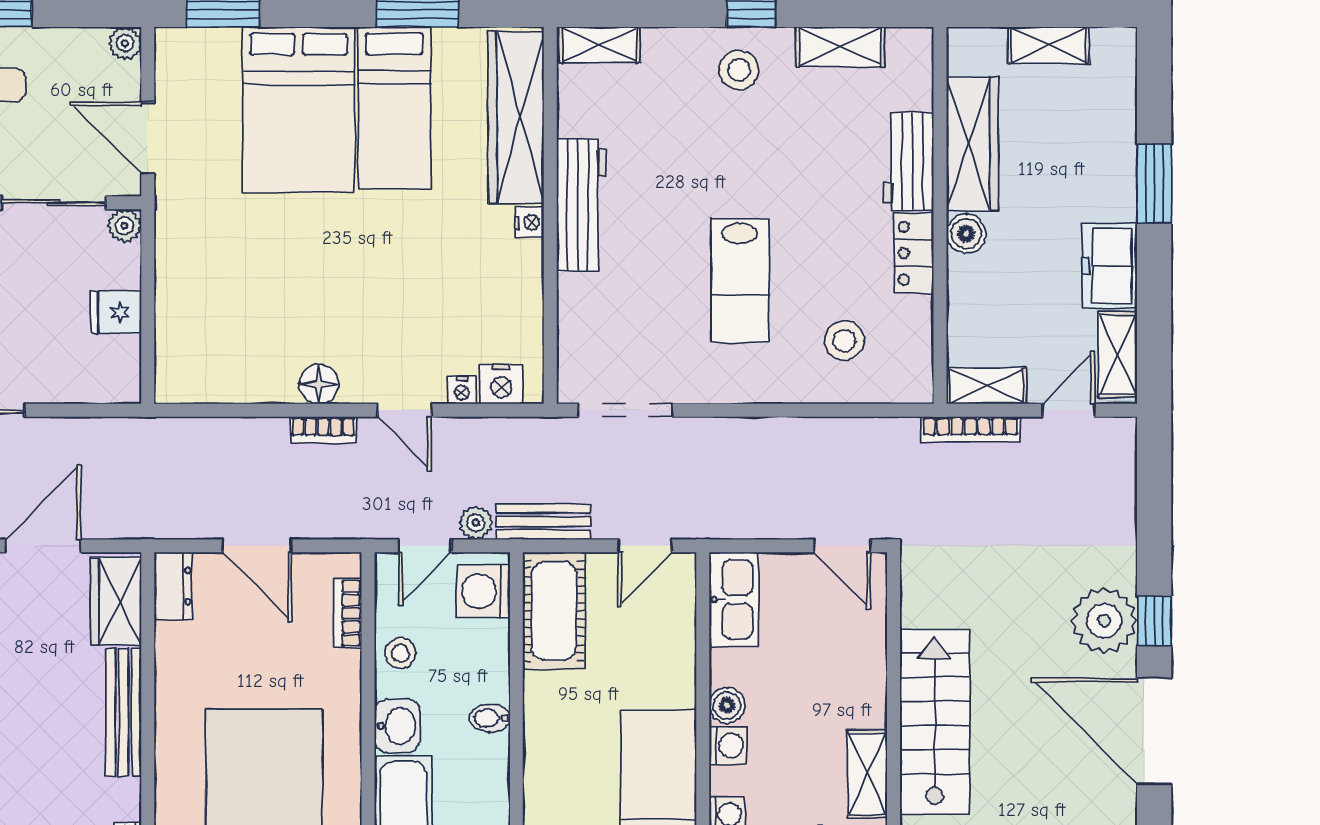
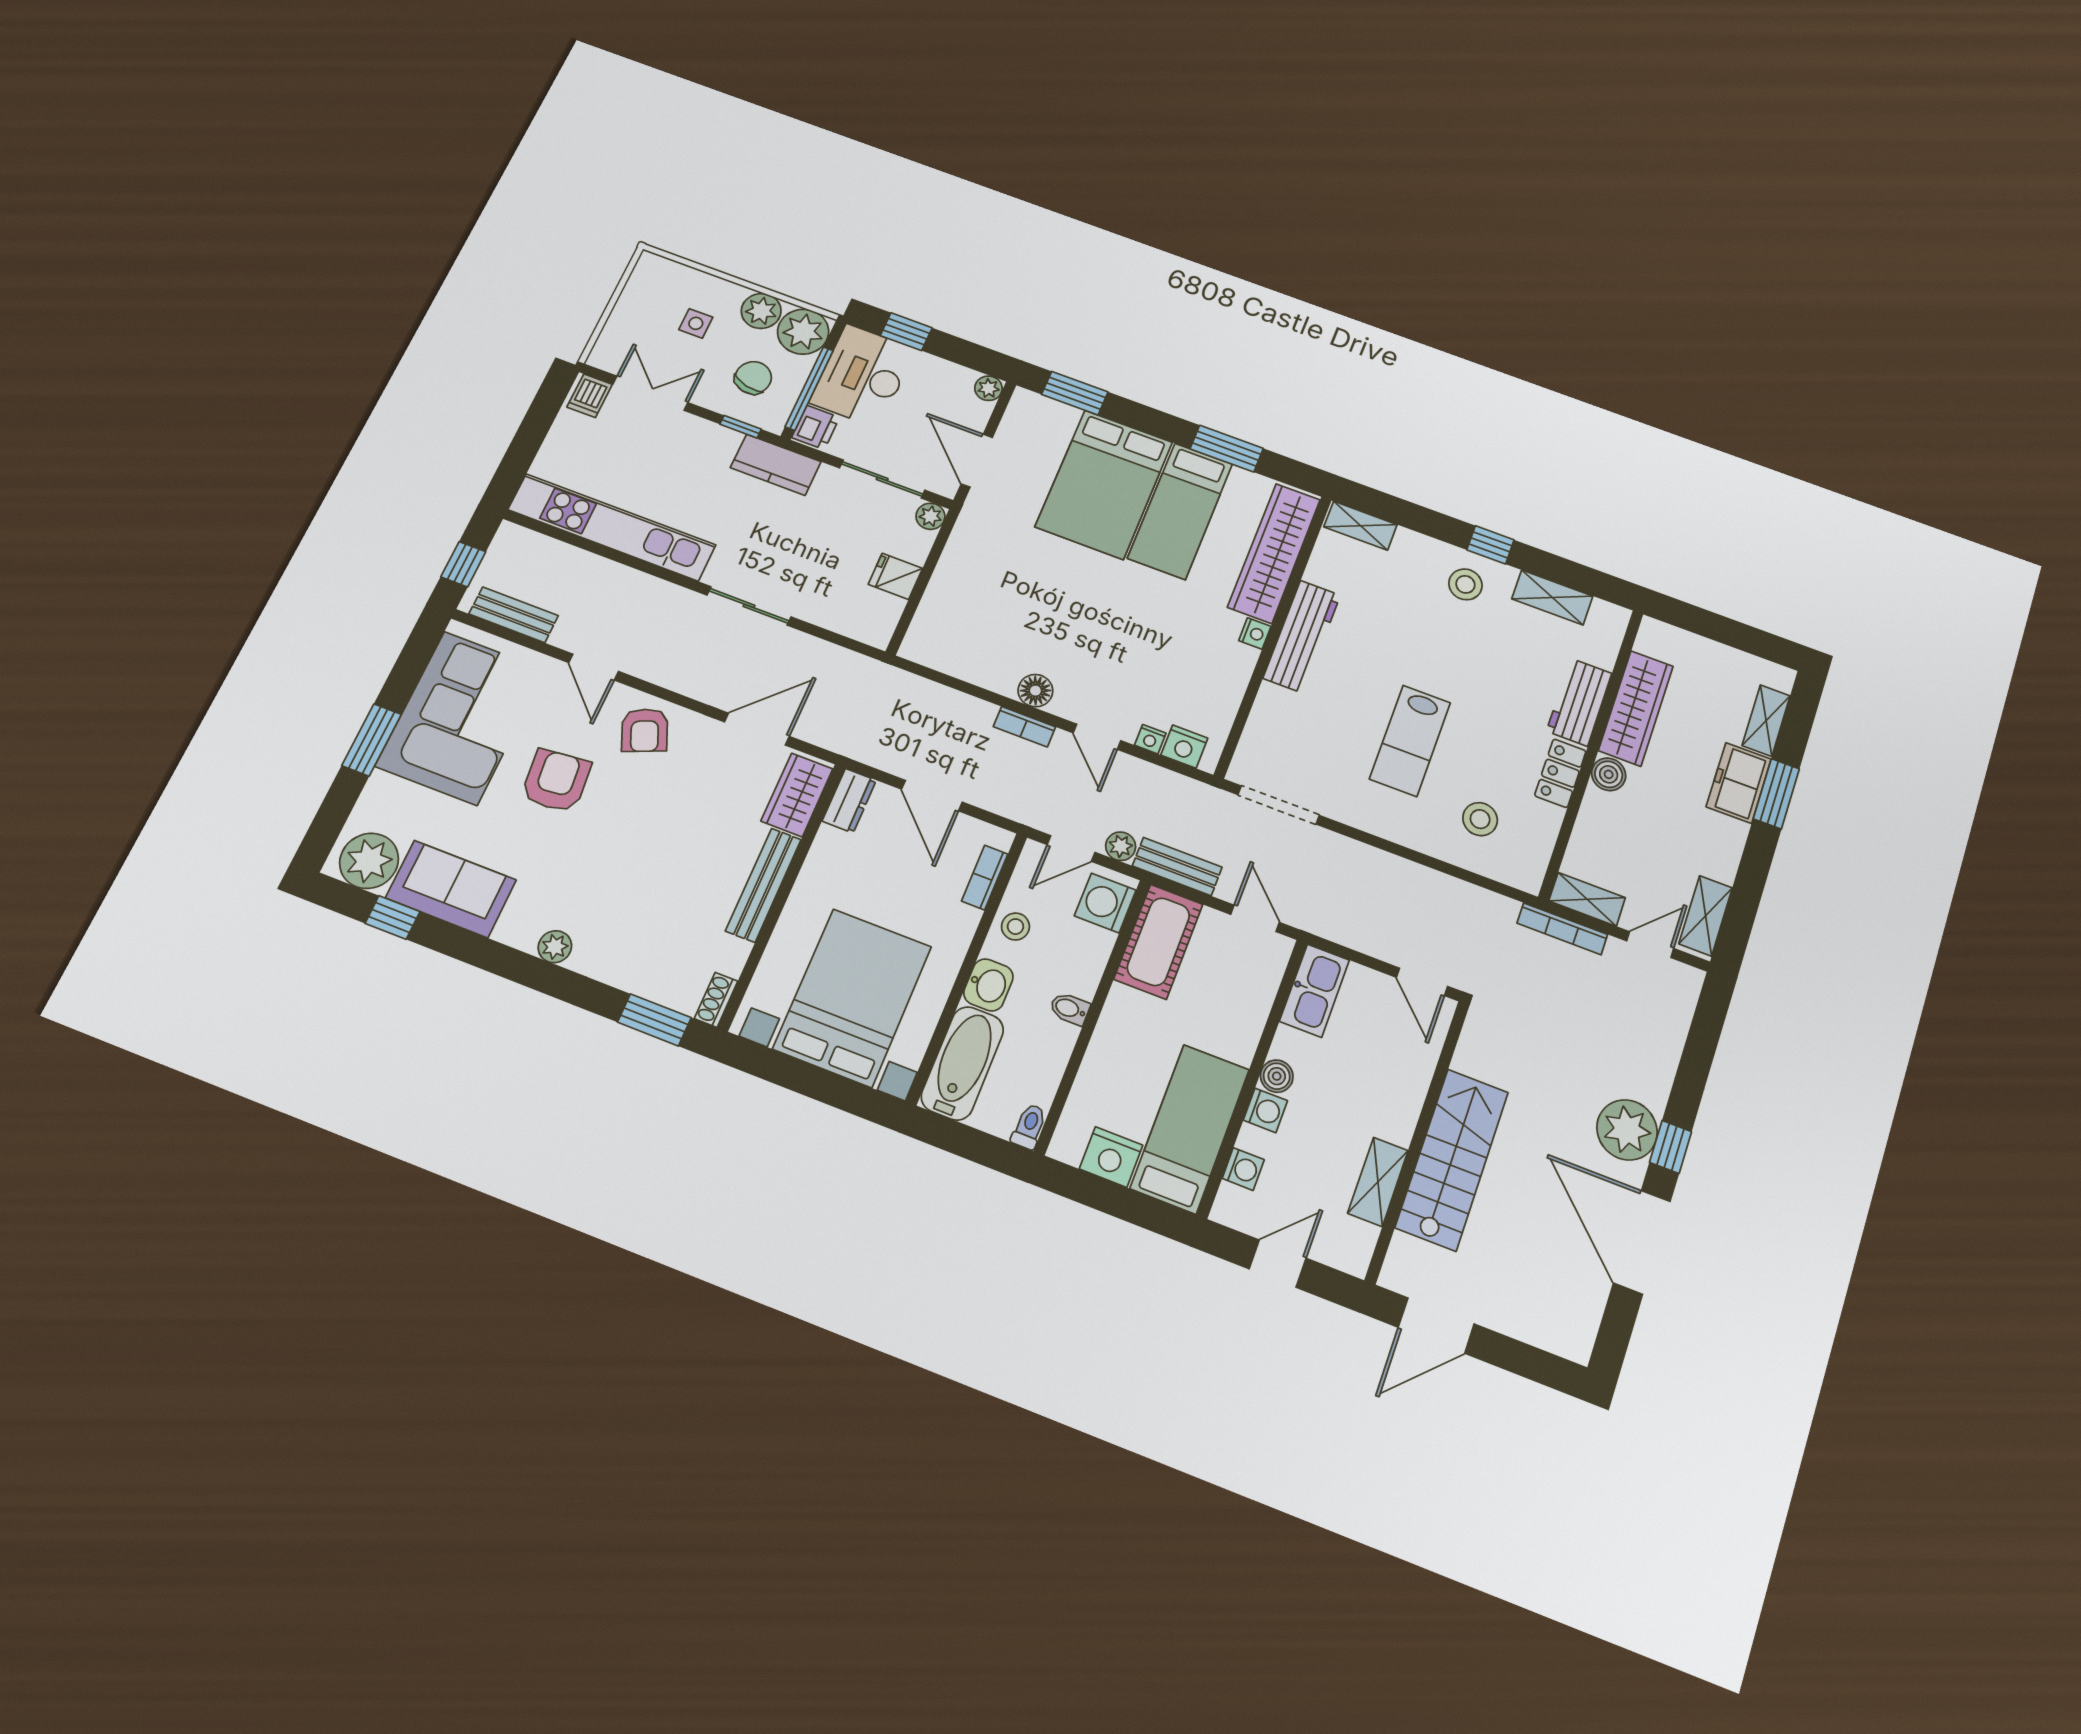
shelving: (1048, 45) -> (1766, 721), moved, turned 90
freezer: (1110, 266) -> (1739, 783), moved
door: (645, 546) -> (1255, 918), swing flipped

